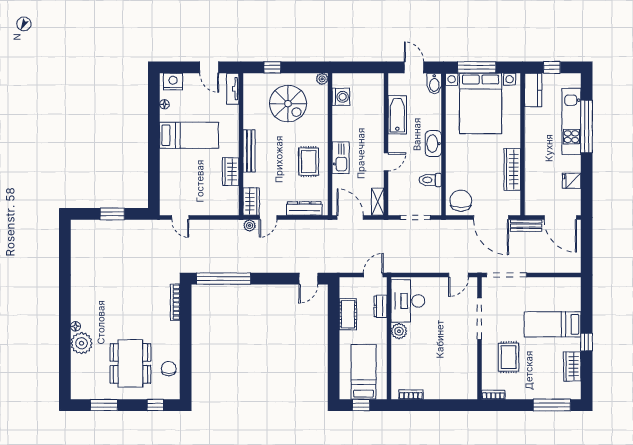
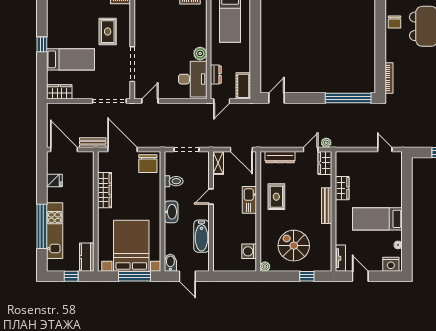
cot: (348, 314) -> (243, 86), moved
wardrobe: (572, 366) -> (59, 92), moved, turned -90

